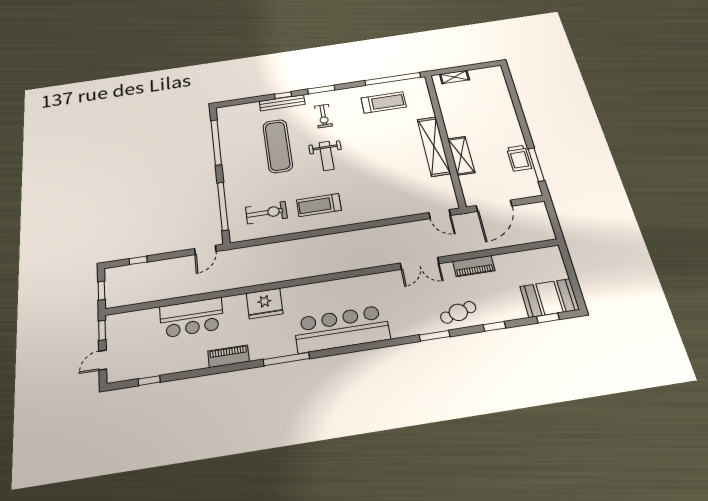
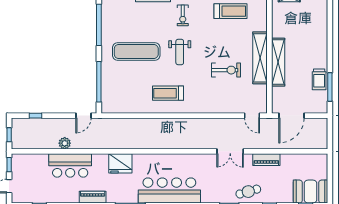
exercise mat: (278, 146) -> (136, 51), moved, turned 90
shelving: (461, 156) -> (278, 62), width x1.47
exercise bike: (266, 213) -> (226, 70), moved
plant: (181, 289) -> (65, 143), added

